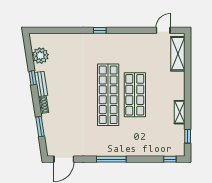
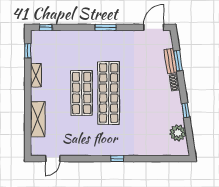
shelving: (178, 54) -> (38, 119), moved
bench: (41, 84) -> (171, 61), moved
window: (111, 159) -> (106, 27), width x0.69

